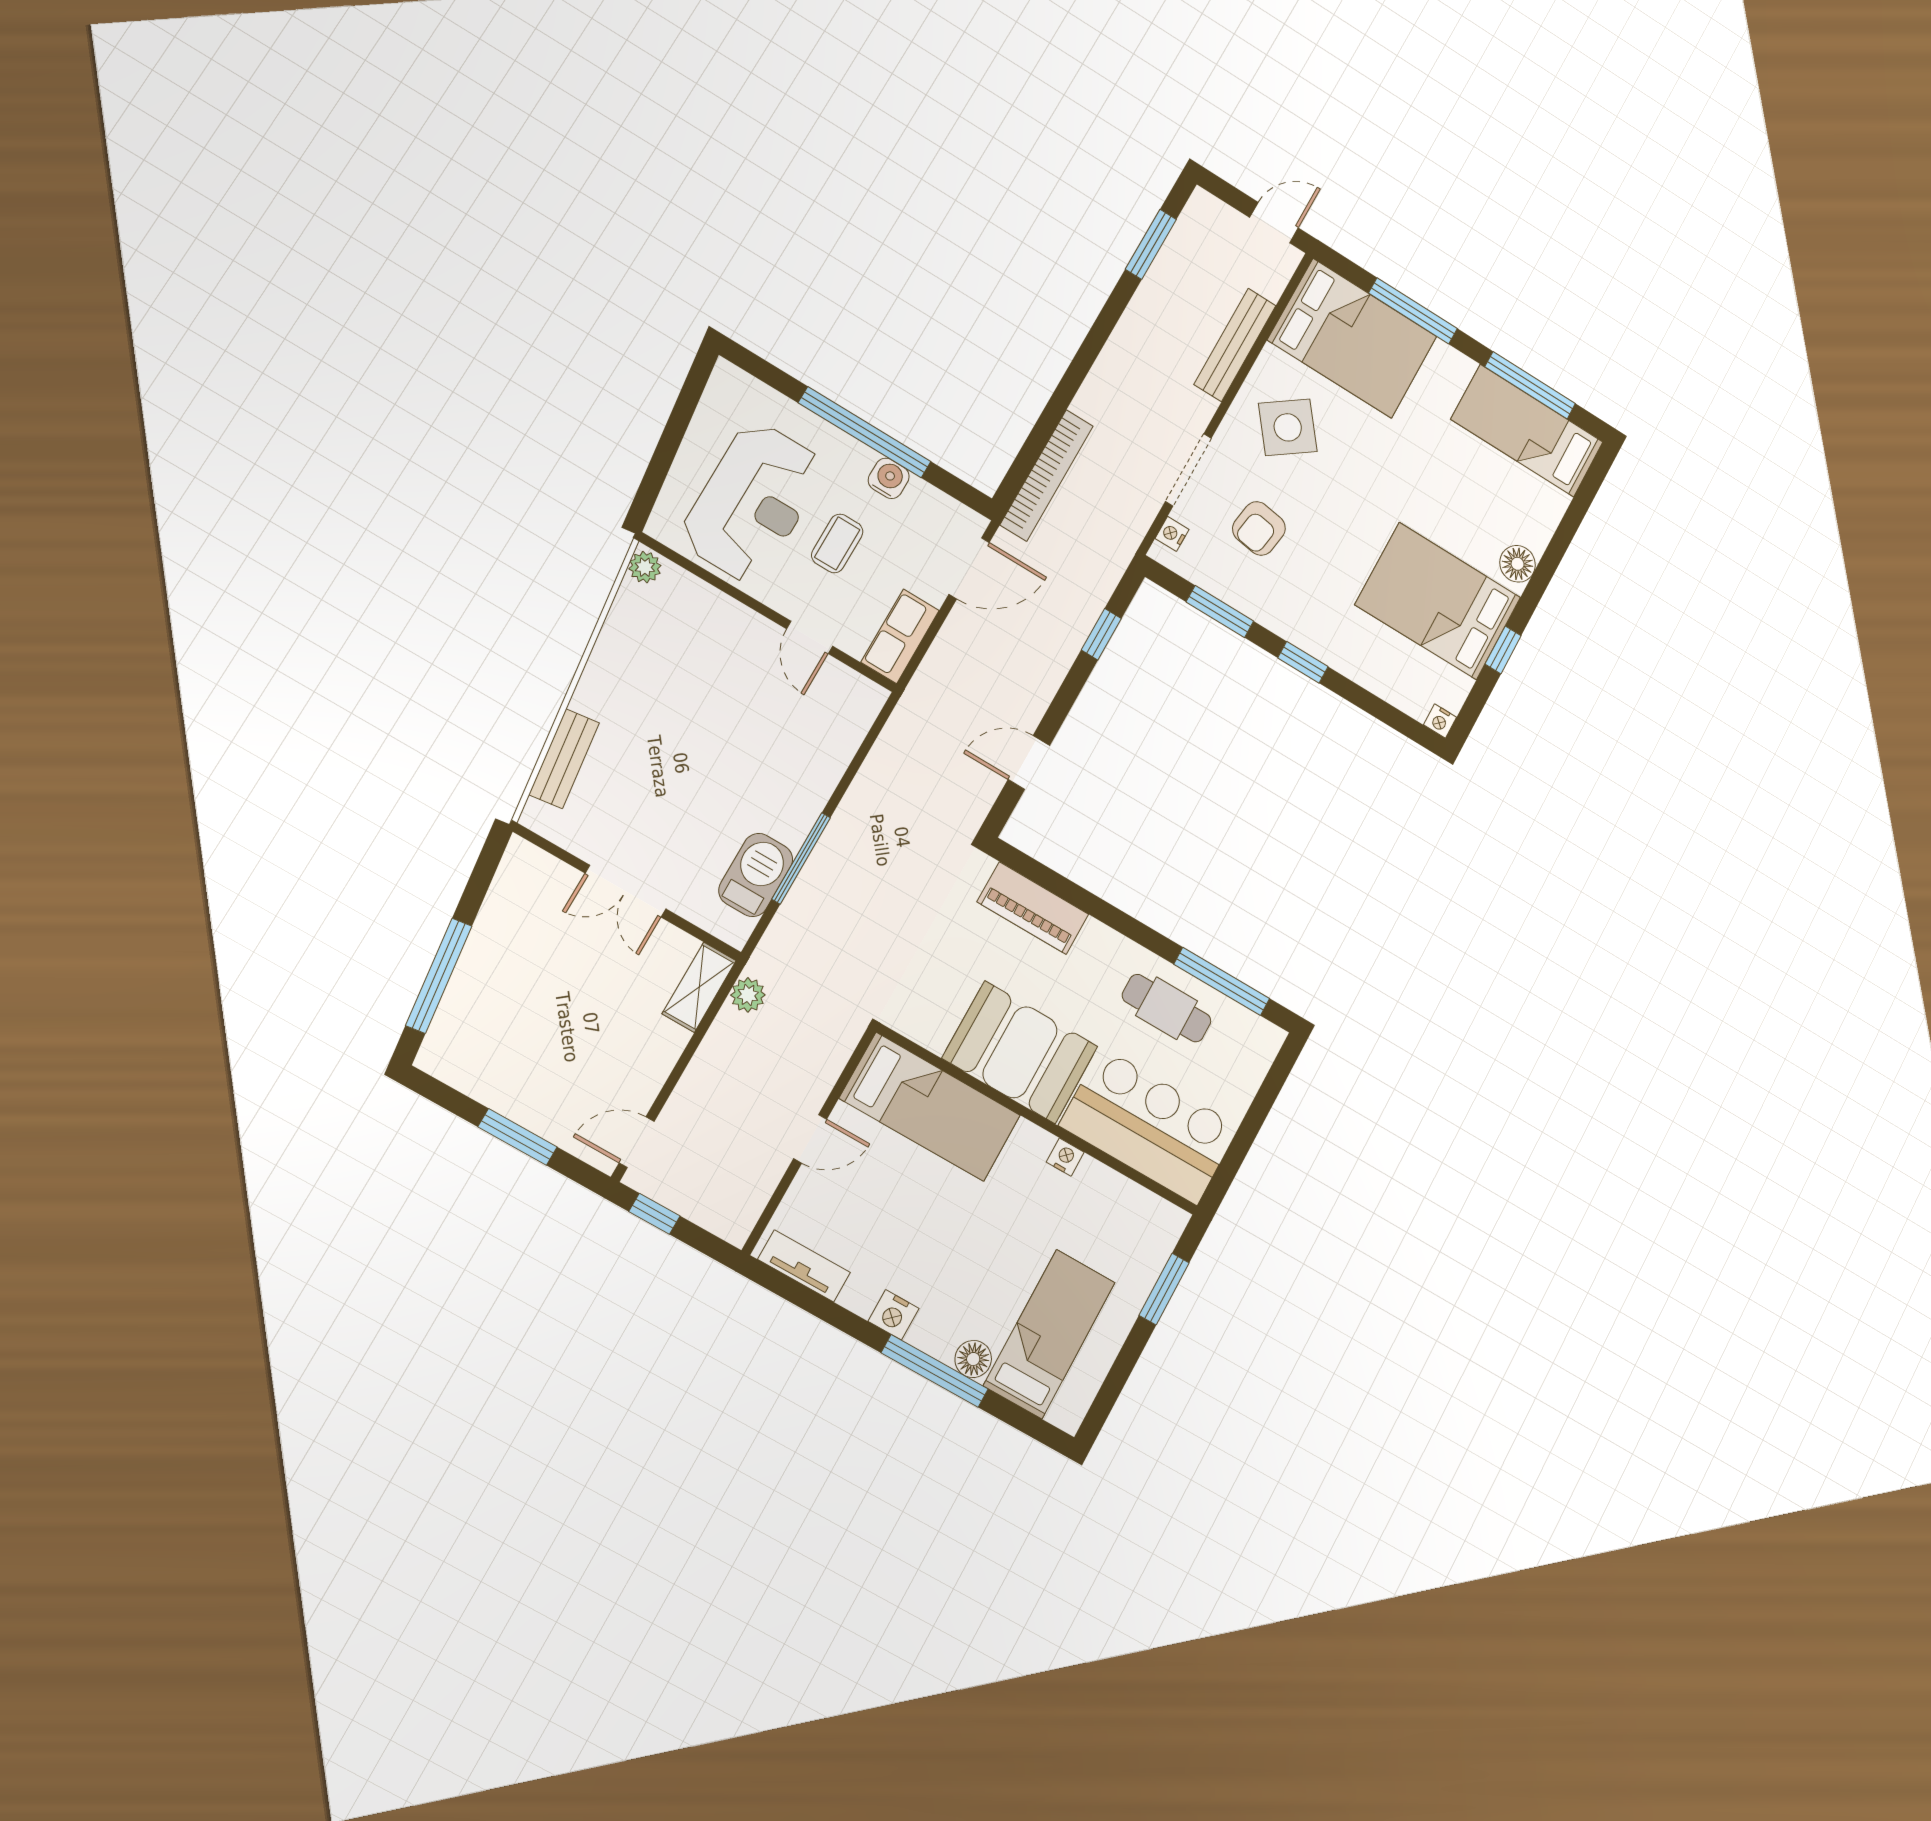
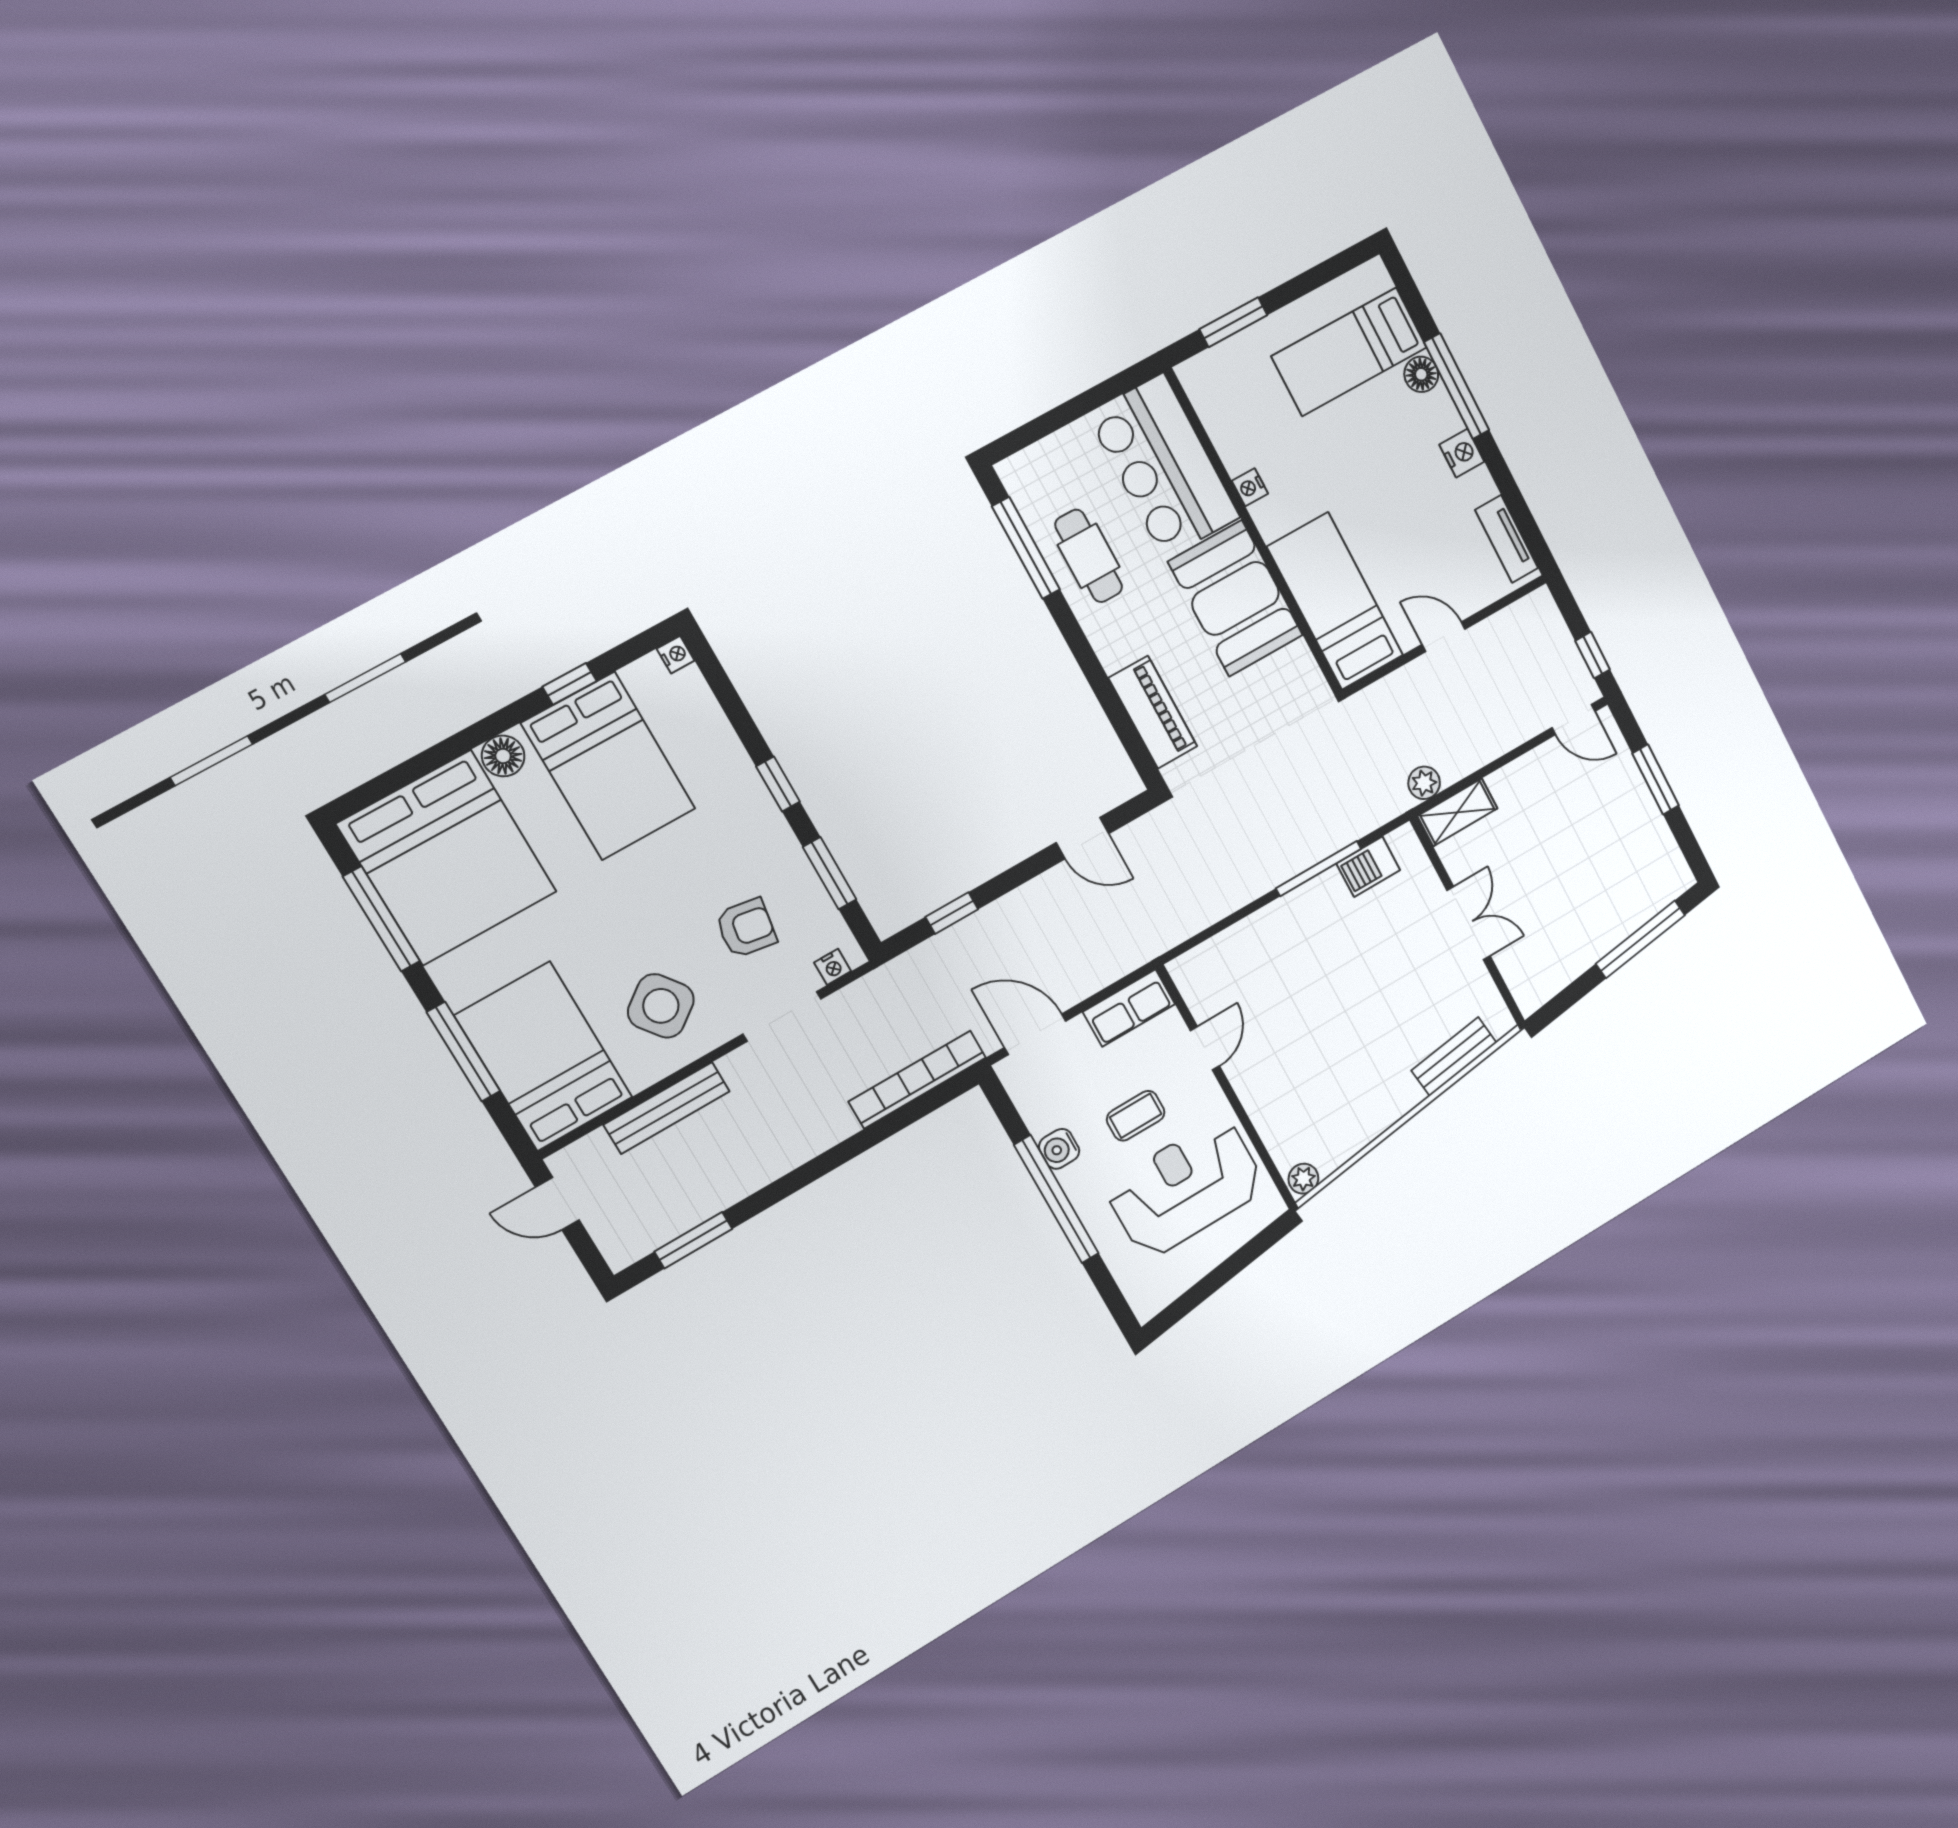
bed: (1527, 431) -> (447, 858), width x2.04
barbecue: (756, 875) -> (1368, 867), width x0.73, depth x0.79

